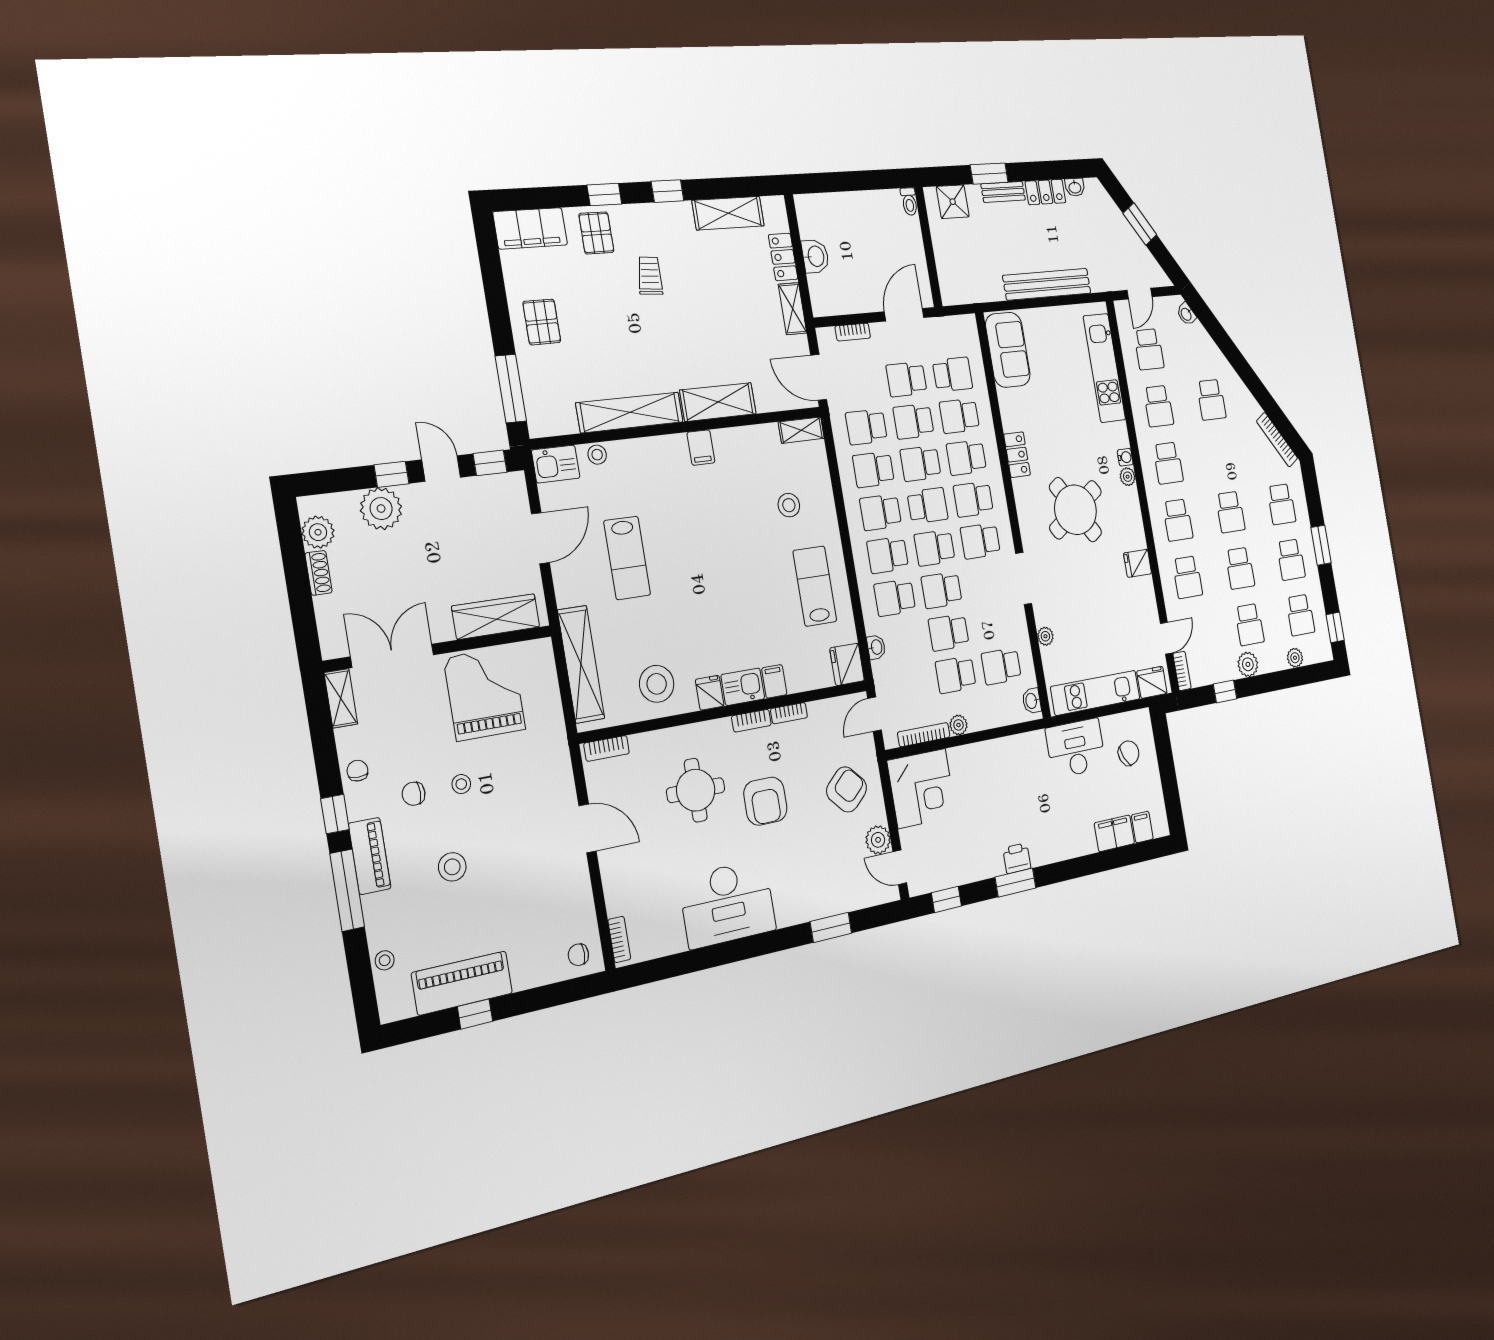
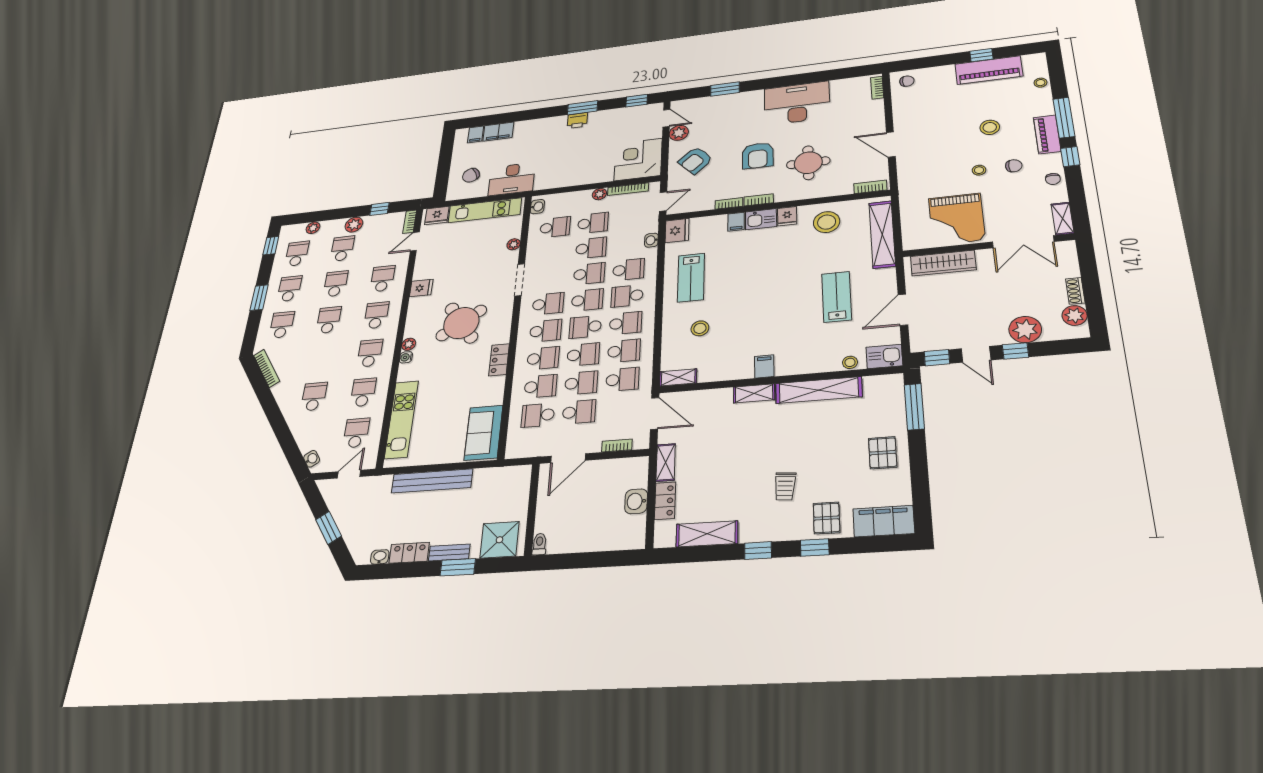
shower: (953, 202) -> (499, 540), width x1.36, depth x1.36
shelving: (718, 402) -> (754, 393), width x0.67, depth x0.75
school desk: (888, 555) -> (627, 296), turned 180
armchair: (765, 801) -> (758, 156), turned 180

